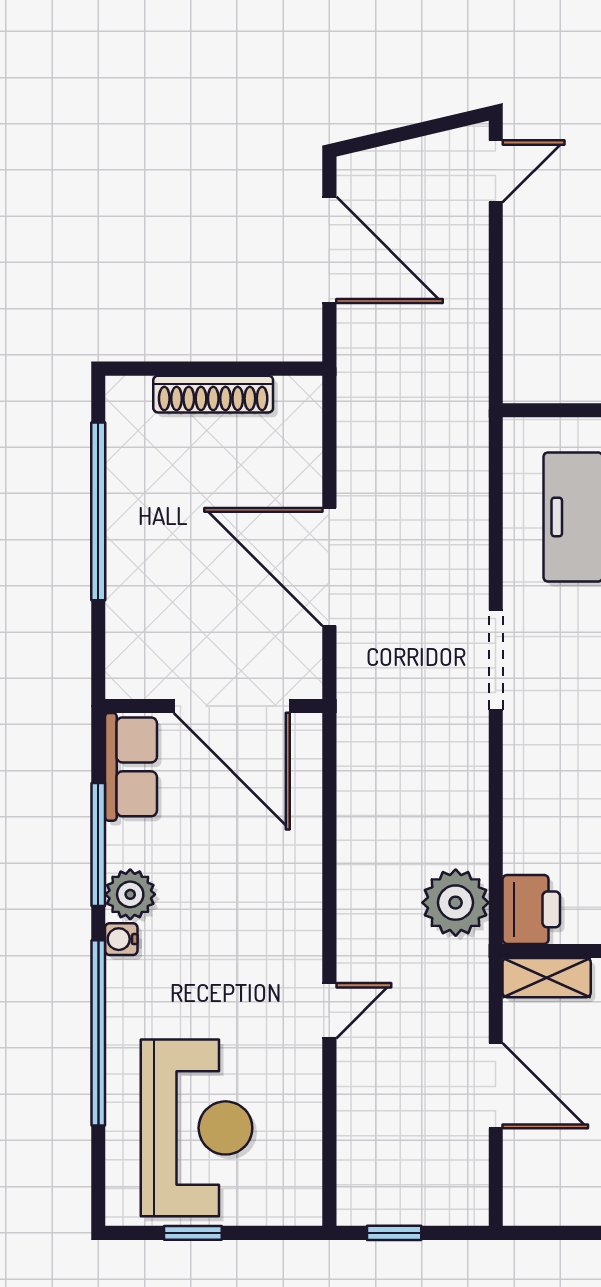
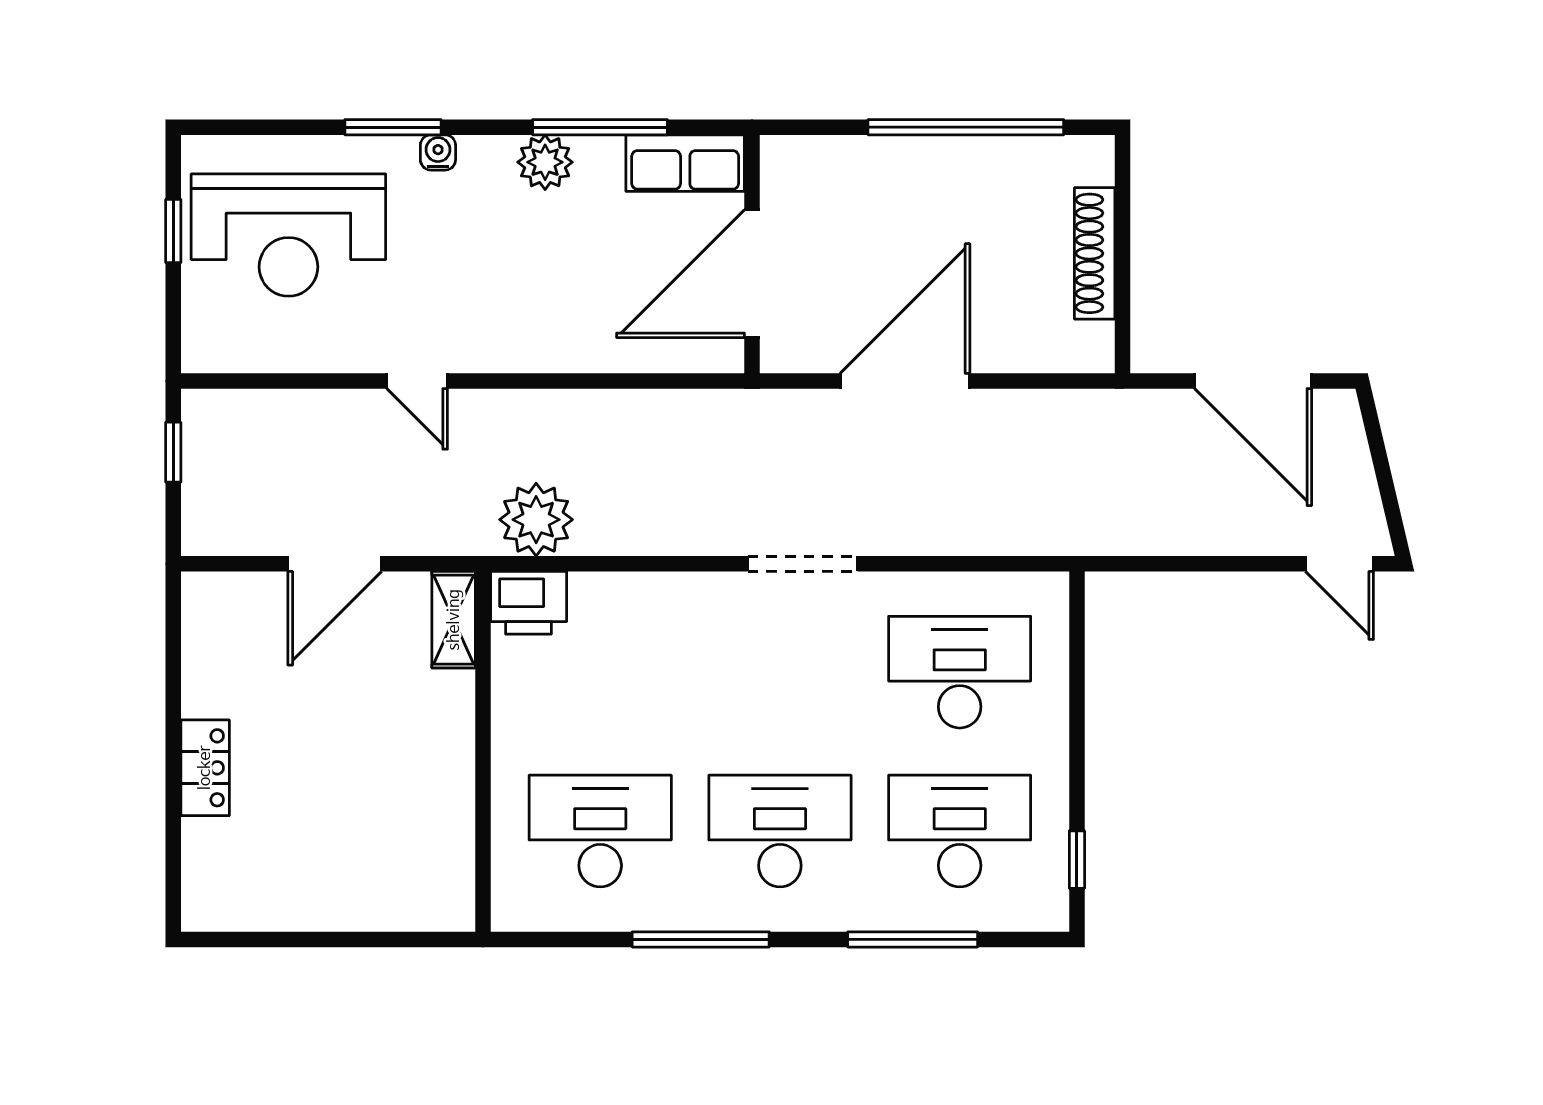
door: (329, 250) -> (1253, 381), hinge flipped
water cooler: (121, 939) -> (438, 152), moved
window: (98, 1033) -> (393, 127), width x0.47

